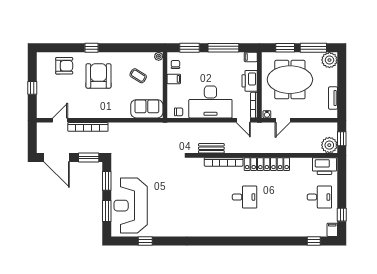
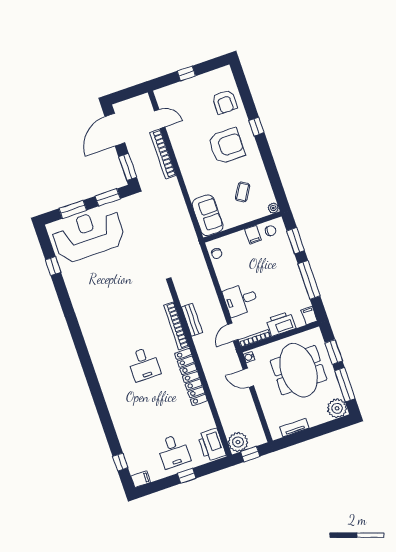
desk: (210, 102) -> (241, 300), width x0.53, depth x0.77
bench: (211, 148) -> (192, 320), moved
window: (342, 215) -> (187, 476), moved

